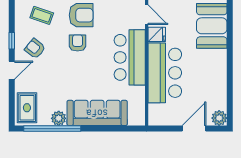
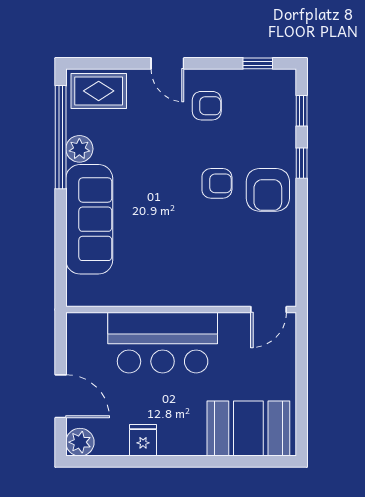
coffee table: (42, 15) -> (267, 118), removed
fridge: (157, 34) -> (143, 440), moved, turned 180
window: (12, 41) -> (258, 63), moved
armchair: (35, 49) -> (207, 106), turned 51
bar counter: (130, 57) -> (191, 279), removed

